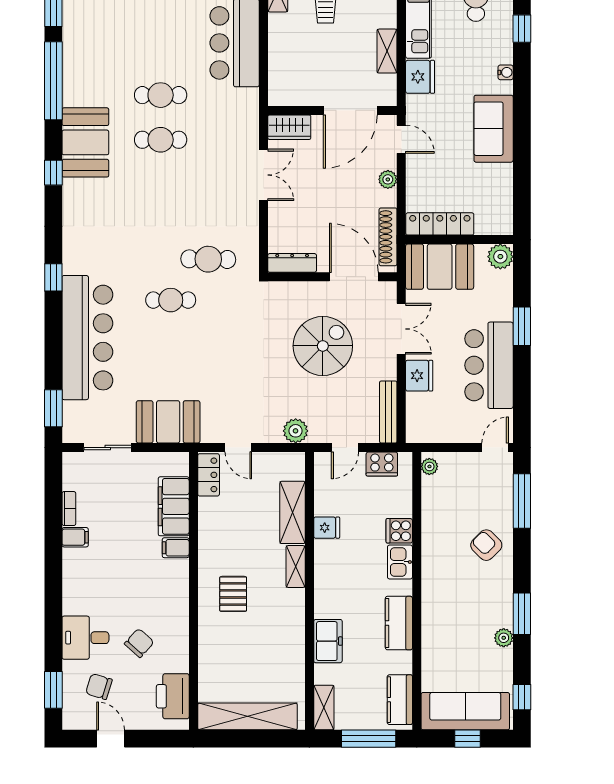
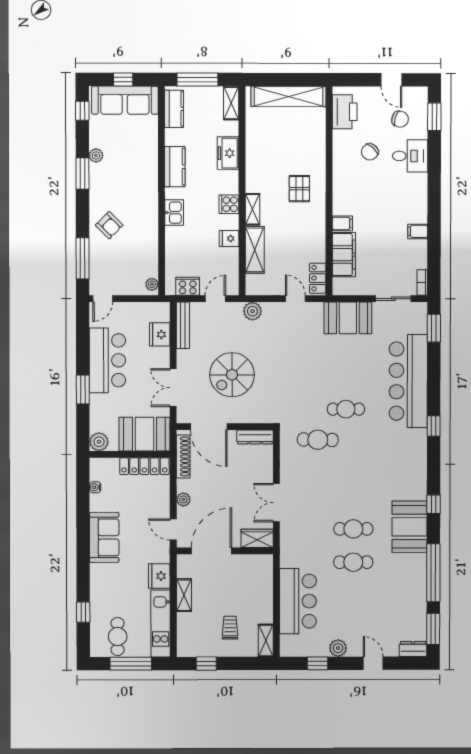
water cooler: (506, 72) -> (95, 487), moved
fridge: (419, 376) -> (160, 334), moved
bookcase: (69, 509) -> (422, 283), moved
cooker: (399, 531) -> (229, 204), moved, turned 180

